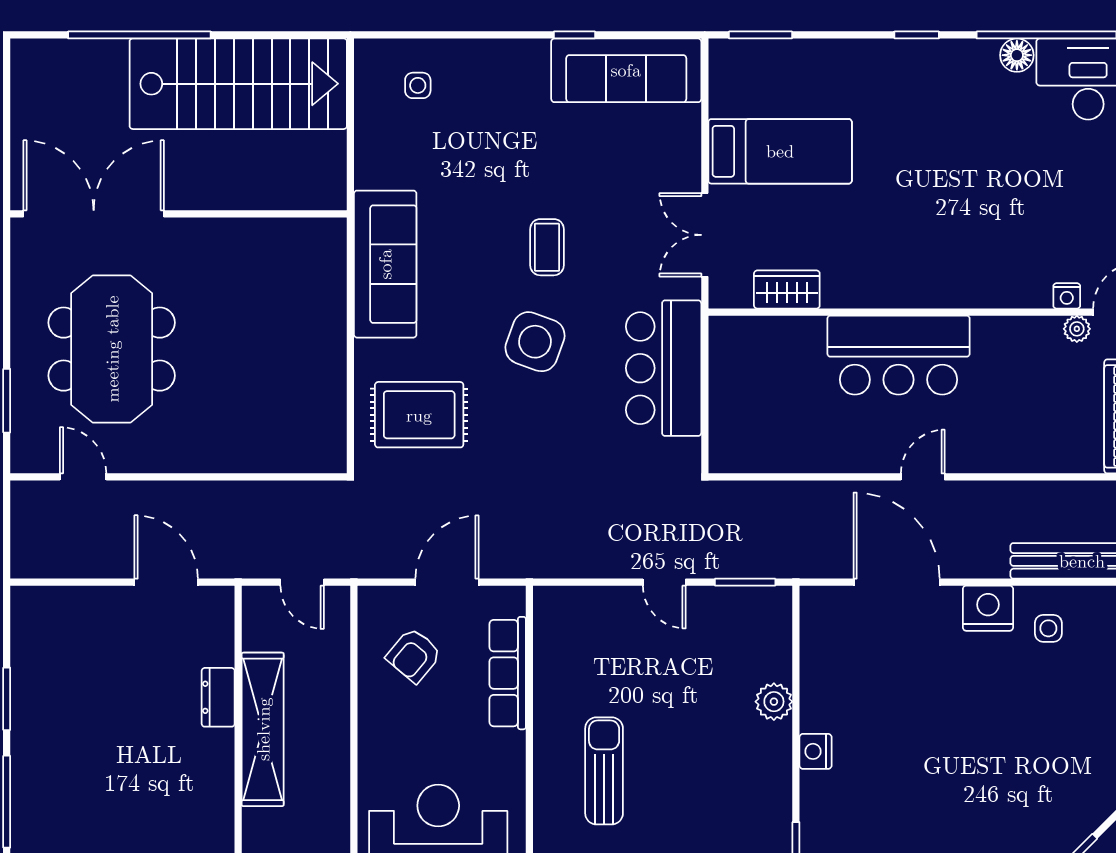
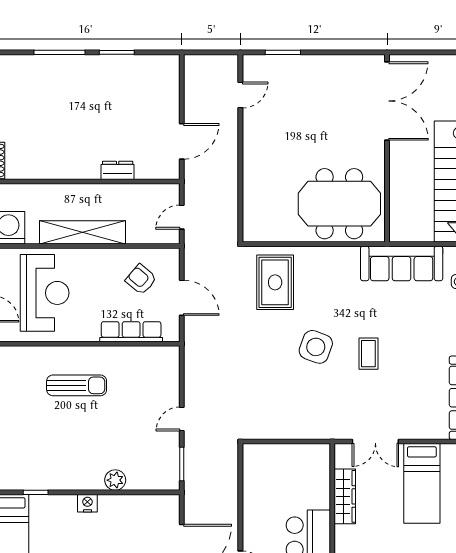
double door: (705, 235) -> (375, 442), swing flipped
coffee table: (547, 247) -> (368, 354), turned 90
sofa: (385, 264) -> (402, 263), moved
wardrobe: (787, 290) -> (345, 496), width x1.50
meeting table: (112, 349) -> (339, 204), moved
bar counter: (664, 368) -> (301, 419), removed
shelving: (263, 729) -> (83, 232), moved

